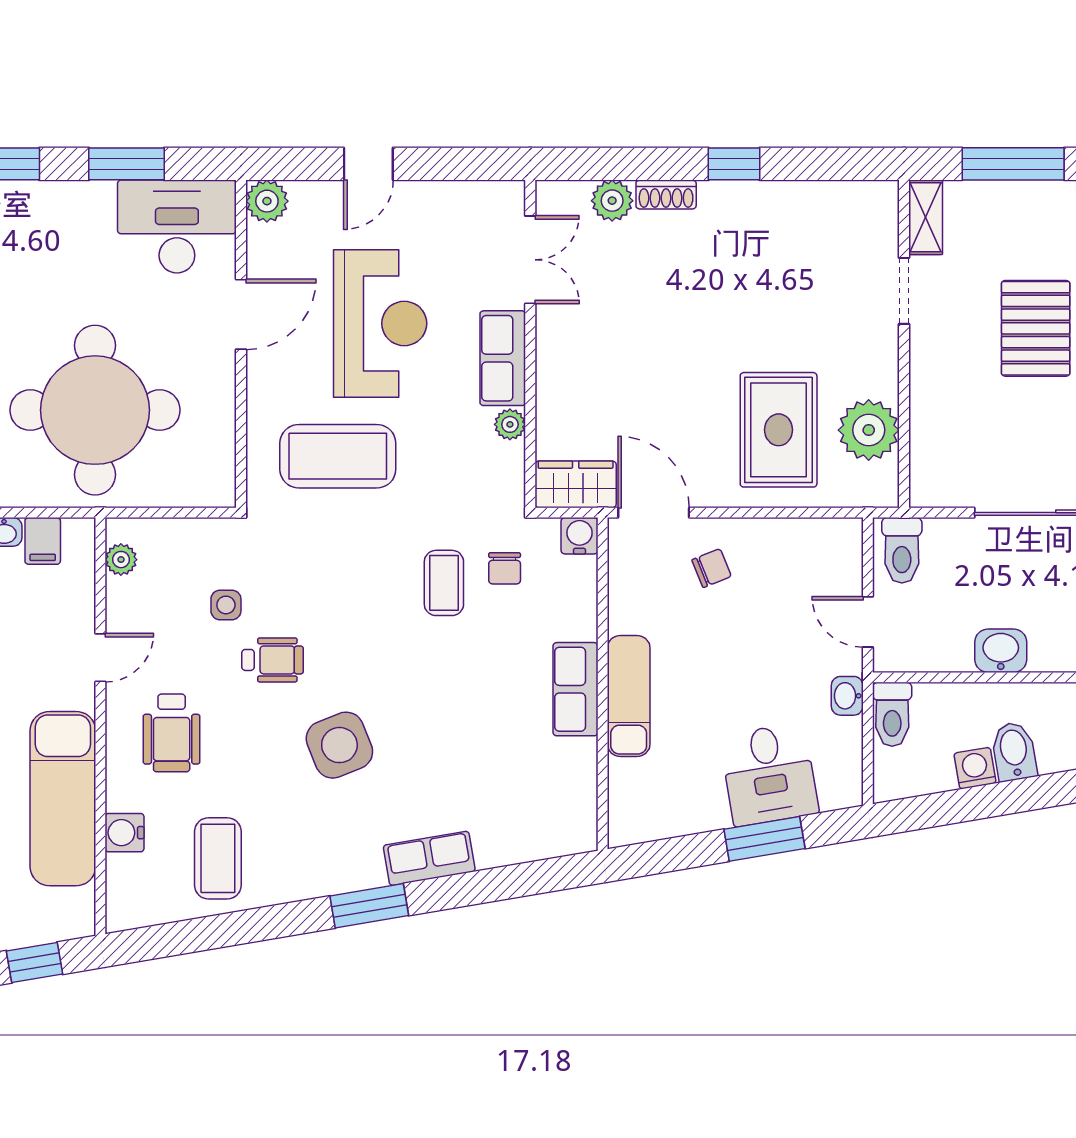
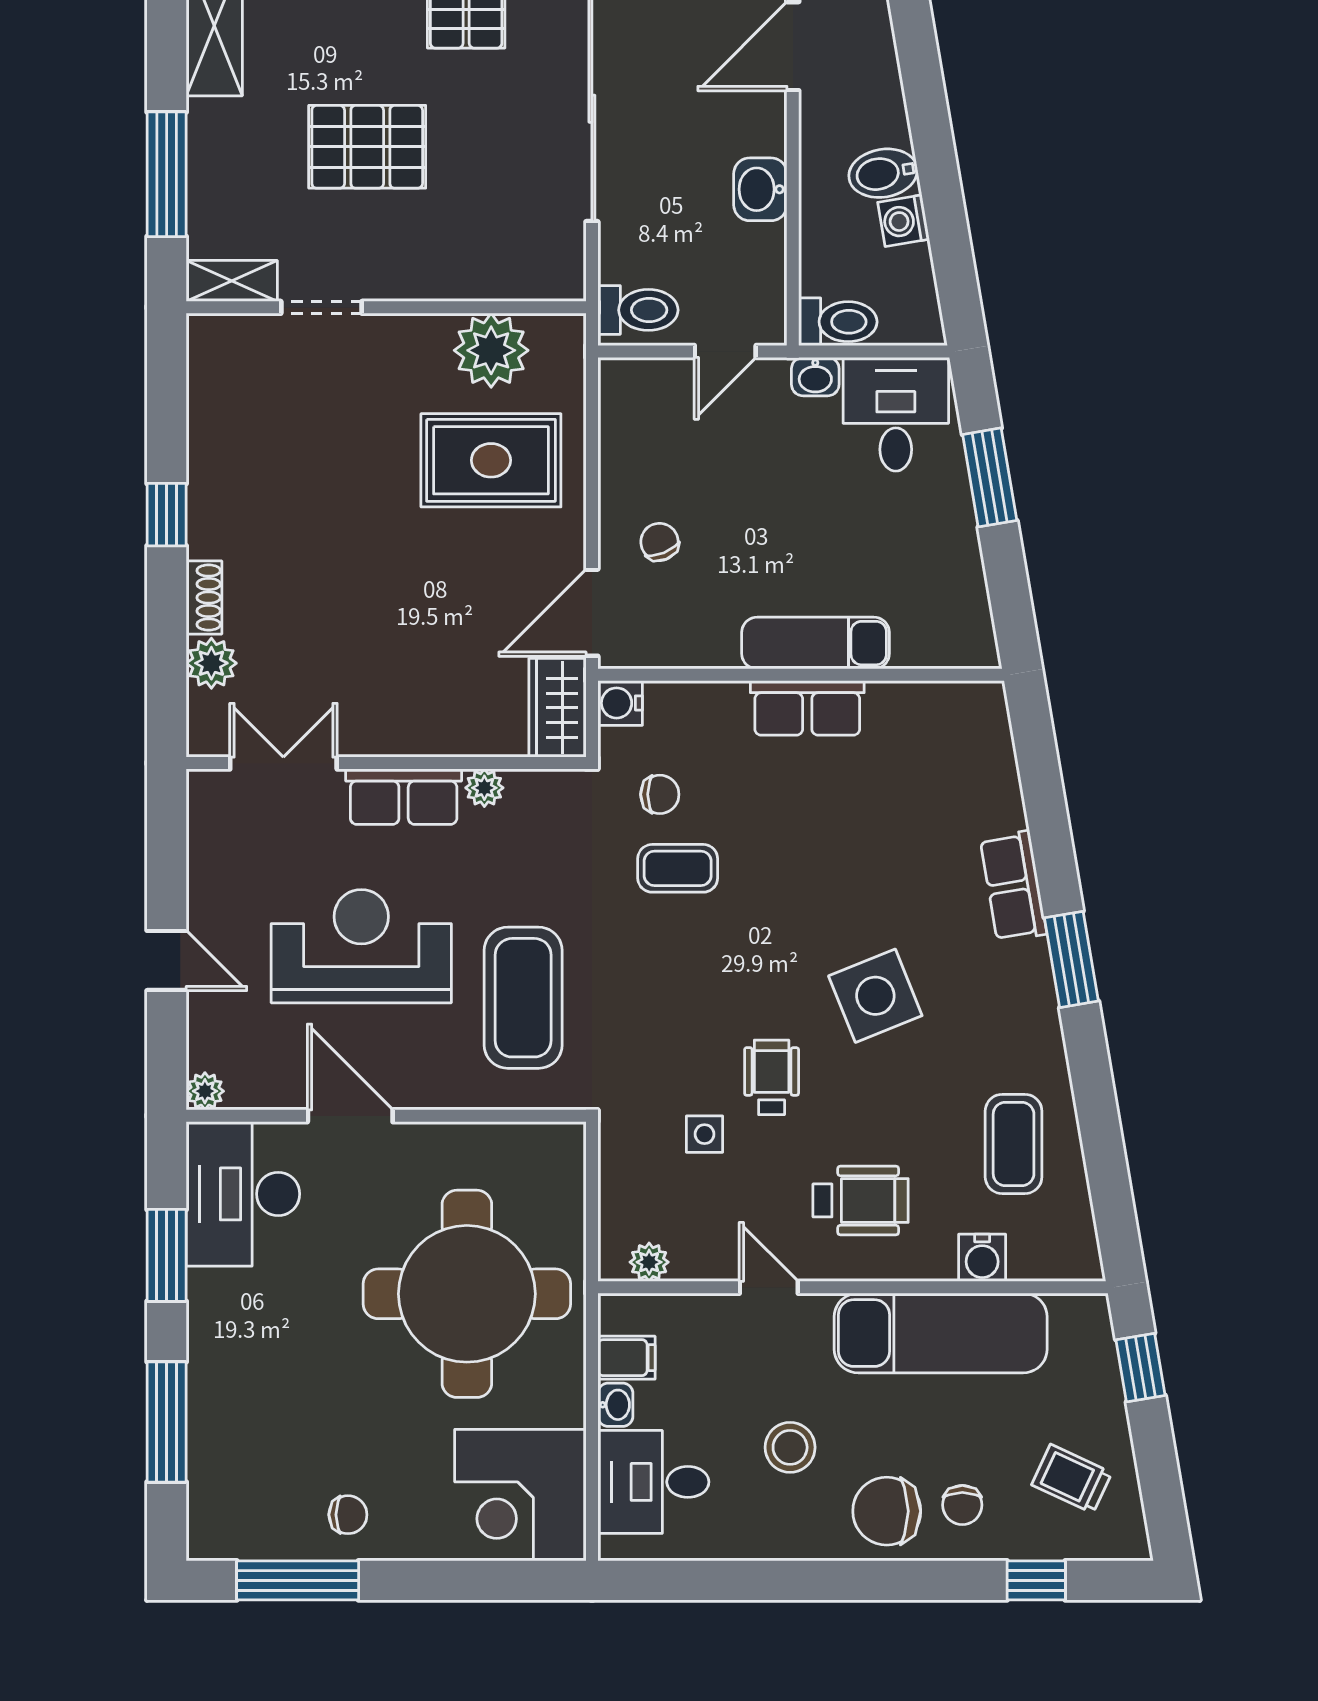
plant: (267, 201) -> (205, 1091), width x0.73, depth x0.73
desk: (769, 774) -> (896, 414), moved, turned -80
coffee table: (218, 858) -> (1014, 1144), turned 90

